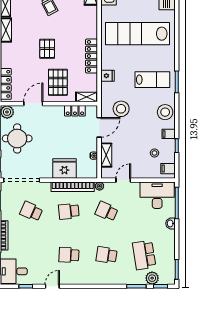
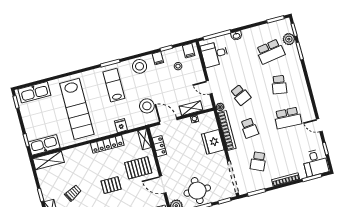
desk: (157, 195) -> (215, 54), width x0.73
school desk: (107, 211) -> (241, 95), turned -48
school desk: (69, 255) -> (288, 118), width x1.85

